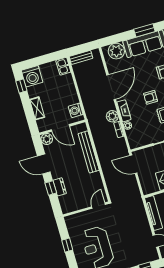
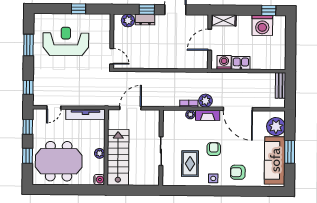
window: (144, 30) -> (290, 152), moved
kitchen sink: (63, 66) -> (241, 63), moved
washing machine: (32, 76) -> (262, 25), moved, turned -90
shelving: (37, 108) -> (224, 20), moved
plant: (47, 139) -> (128, 21), moved
bench: (89, 152) -> (174, 63), removed
door: (133, 164) -> (130, 108), moved

